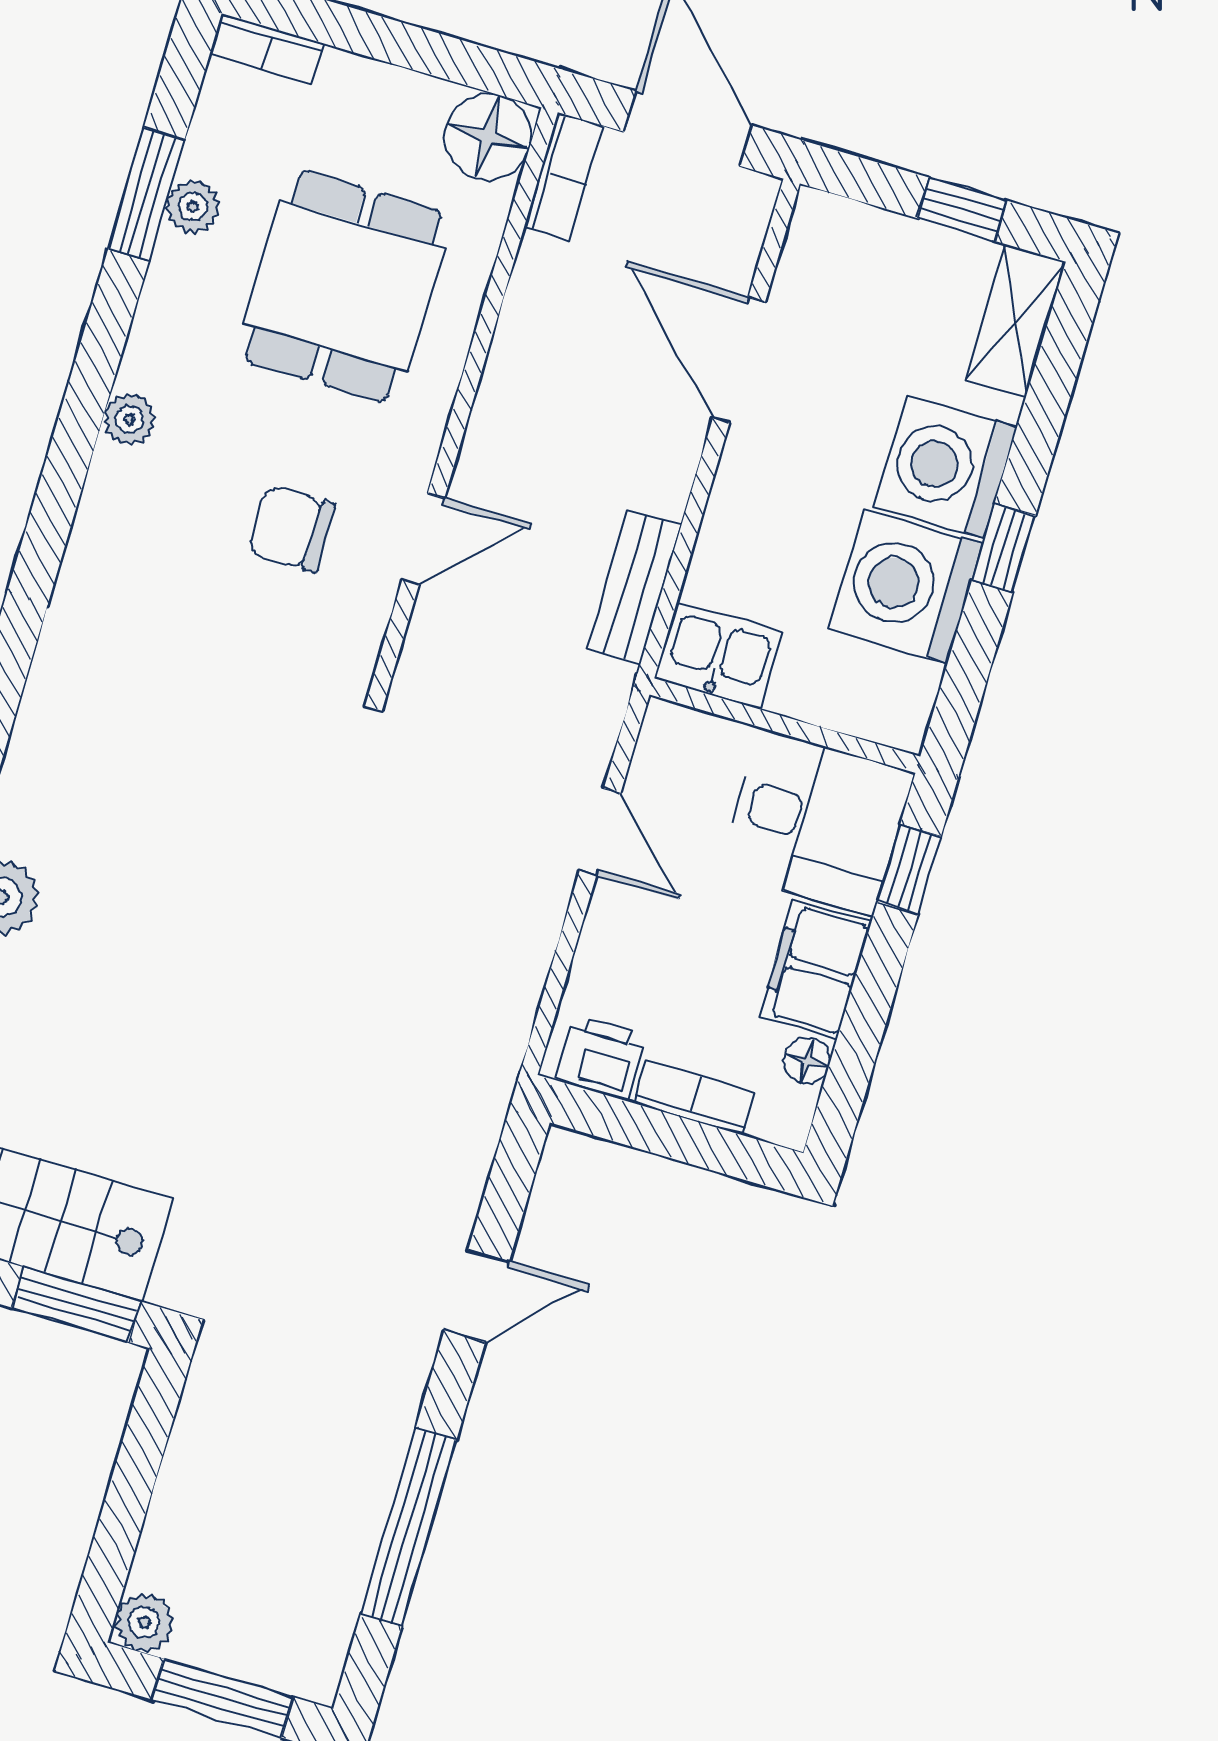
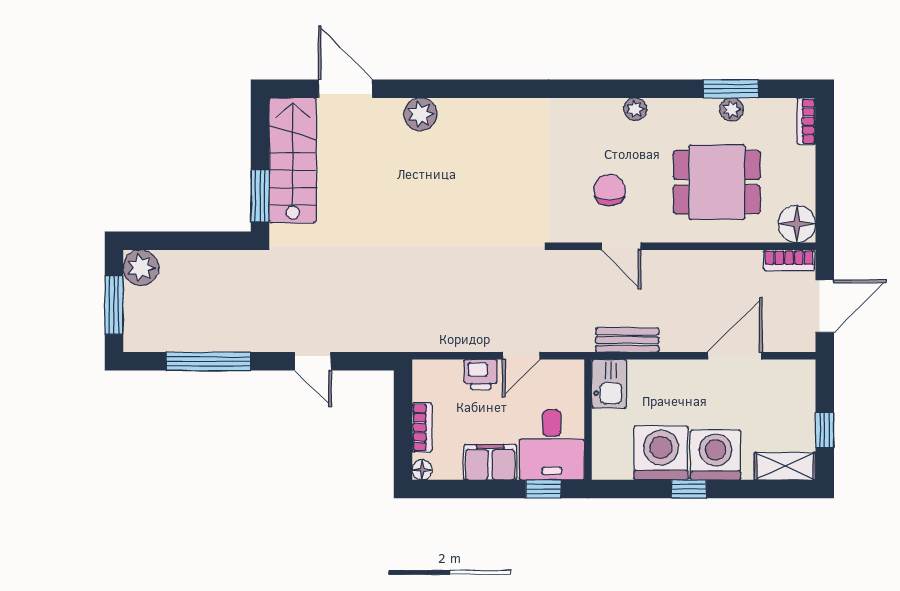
printer: (601, 1058) -> (481, 375), moved, turned 90
floor lamp: (807, 1061) -> (422, 470), moved
plant: (144, 1622) -> (141, 268), width x1.38, depth x1.38

